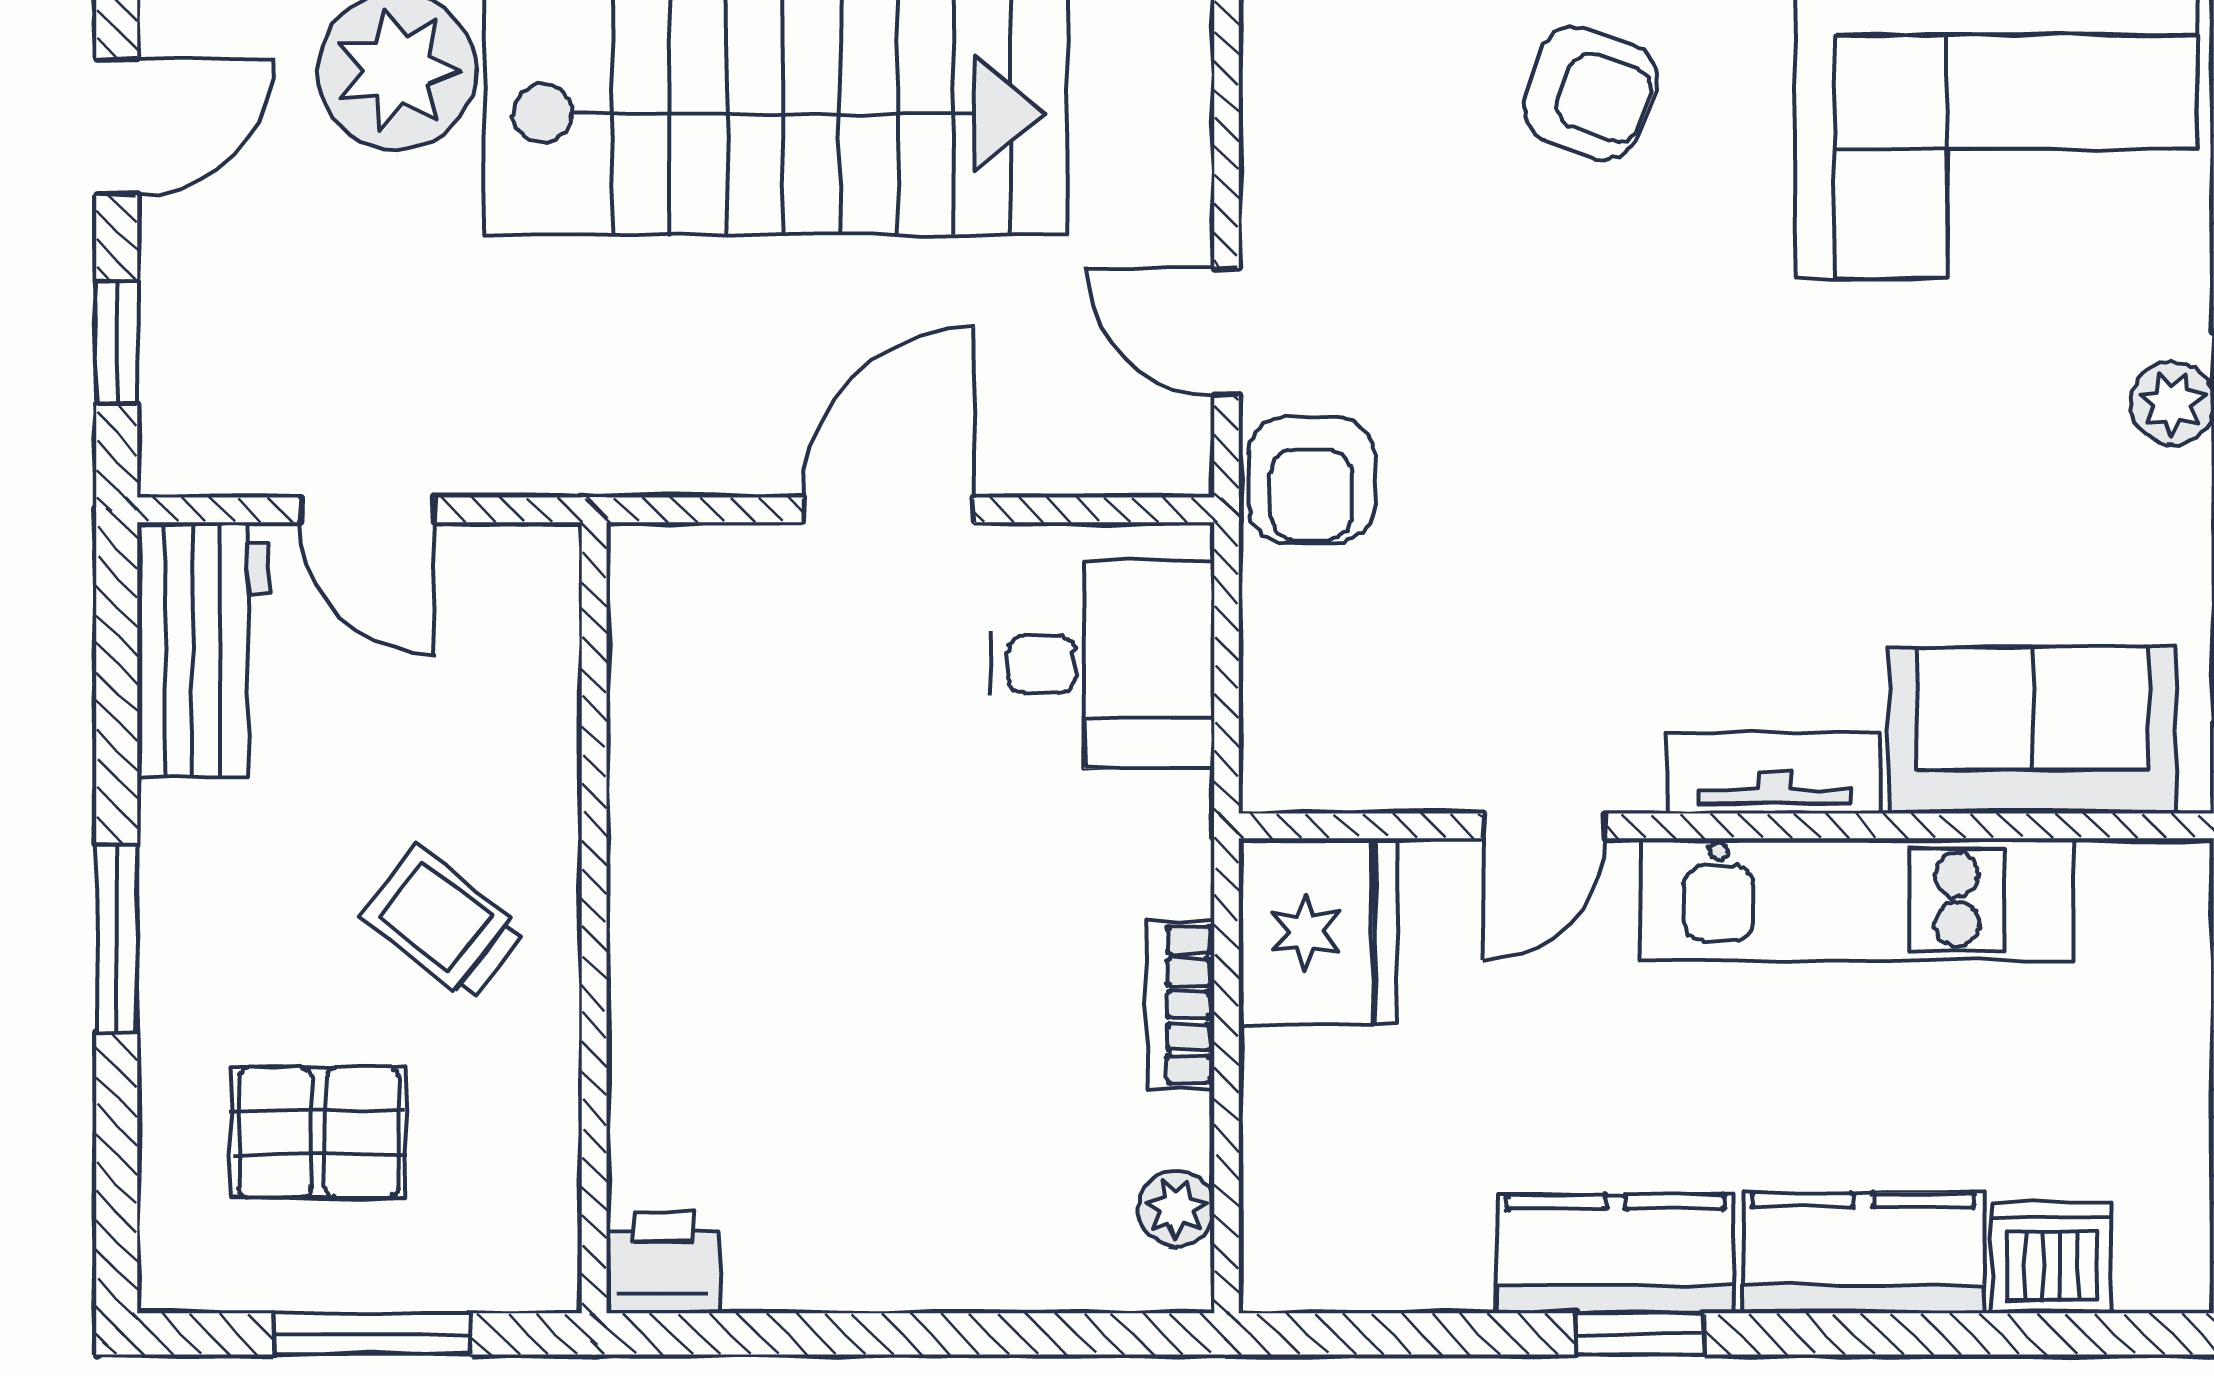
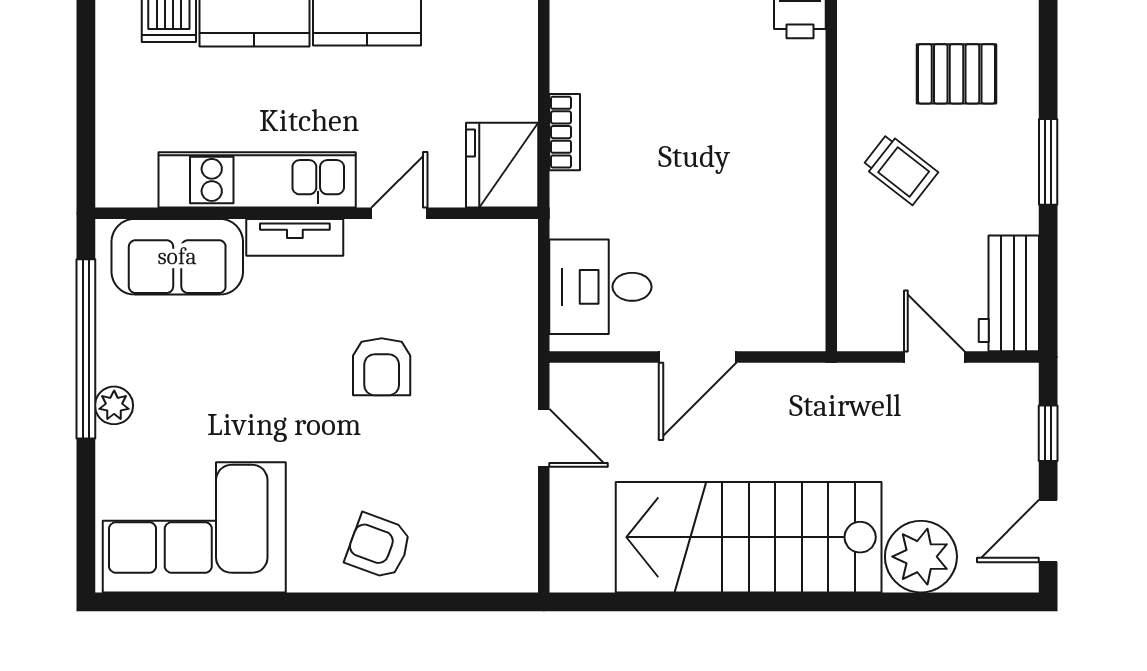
armchair: (1311, 480) -> (382, 367), moved, turned 180
plant: (1176, 1208) -> (567, 39), removed

